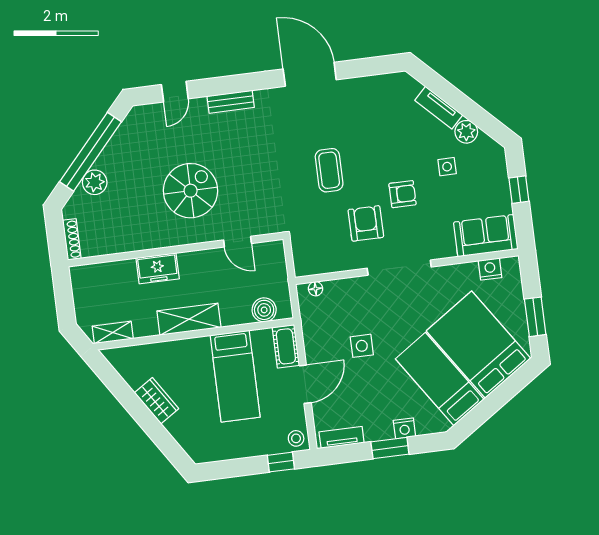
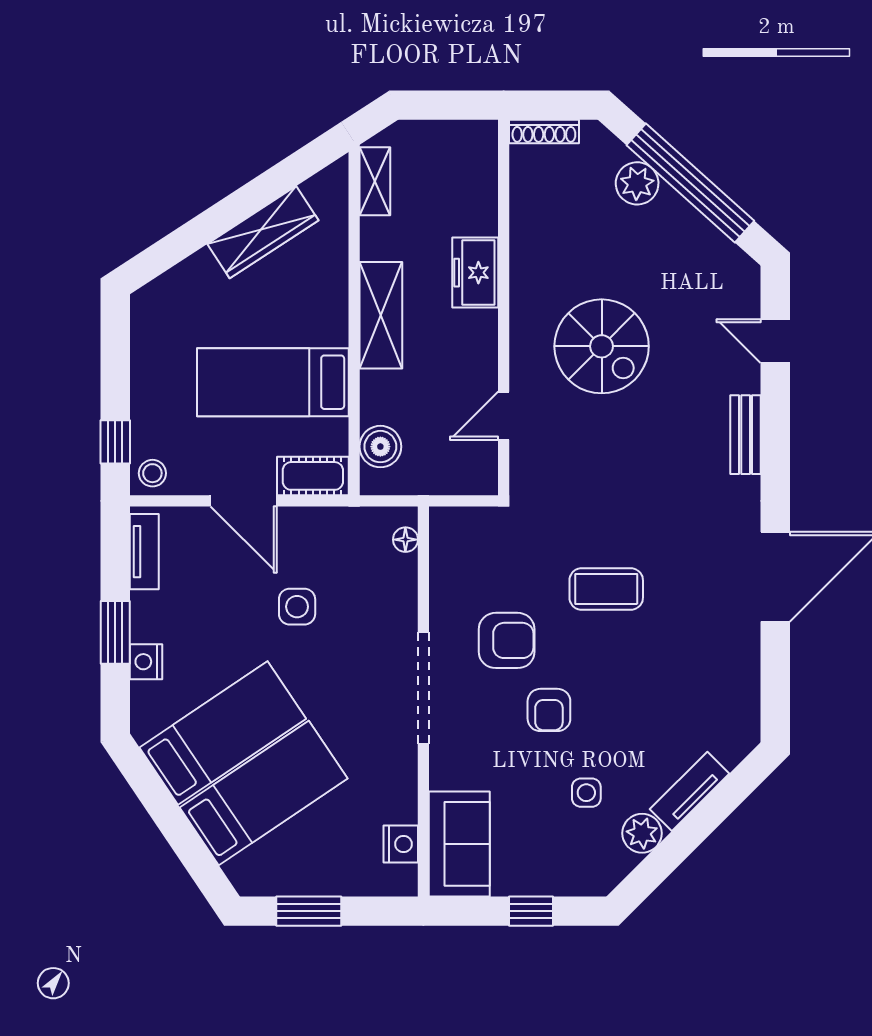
bed: (479, 345) -> (264, 793), width x0.67
wardrobe: (157, 401) -> (263, 232), width x1.50

